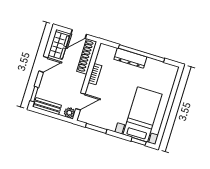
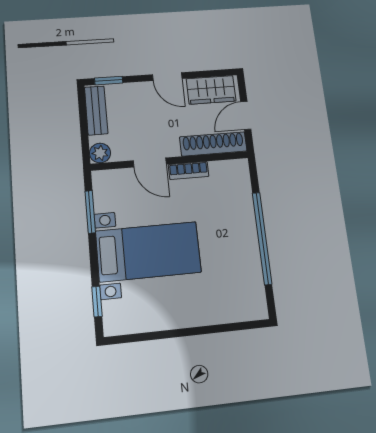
door: (79, 34) -> (246, 115), hinge flipped
dresser: (130, 58) -> (245, 222), removed
door: (80, 101) -> (150, 163), moved
bed with nightstands: (143, 114) -> (148, 252), moved

